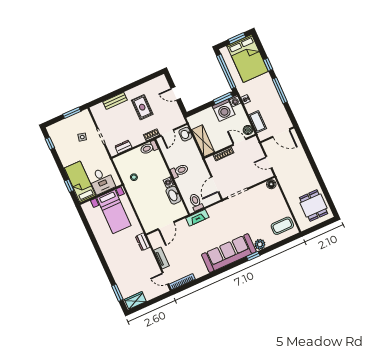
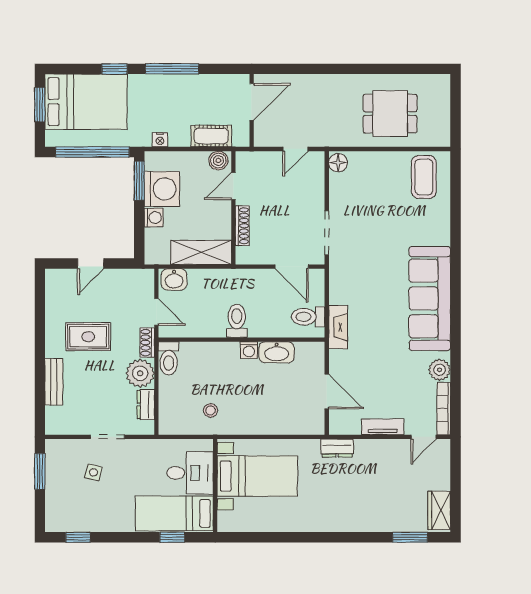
washing machine: (235, 101) -> (154, 218), moved
plant: (136, 138) -> (140, 373), added
dining table: (314, 206) -> (390, 114), moved
plant: (260, 244) -> (440, 370), moved
window: (253, 256) -> (455, 256), removed

